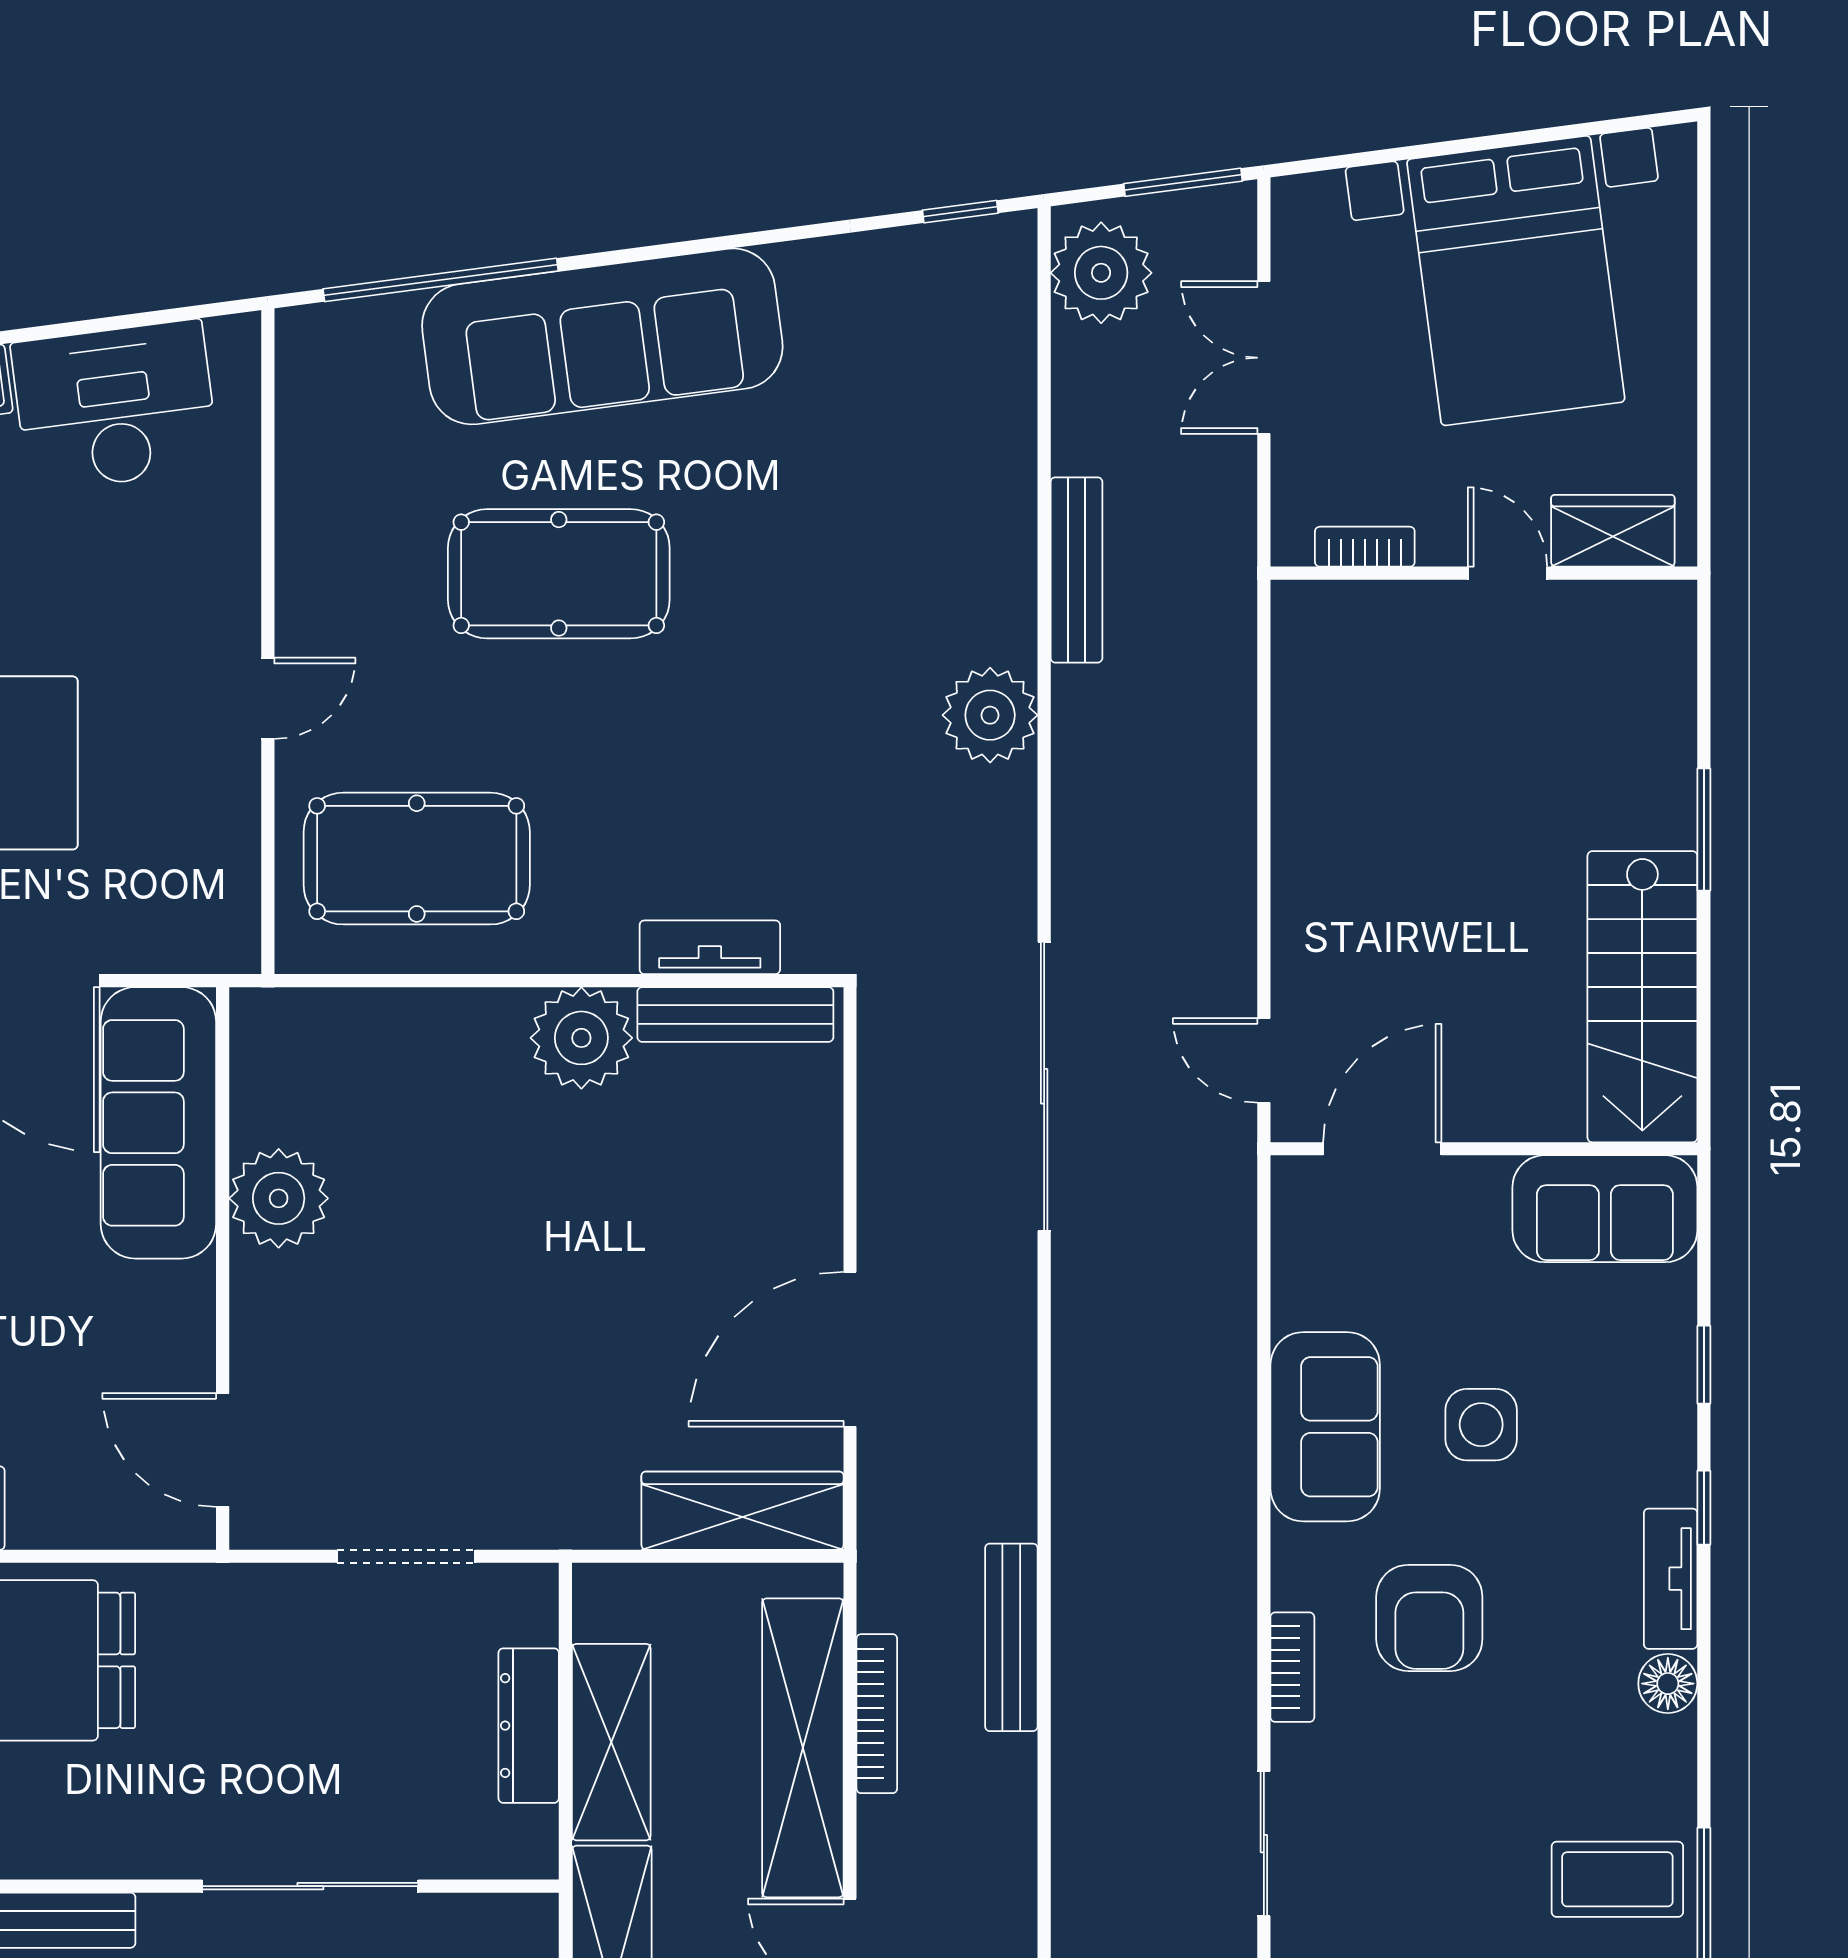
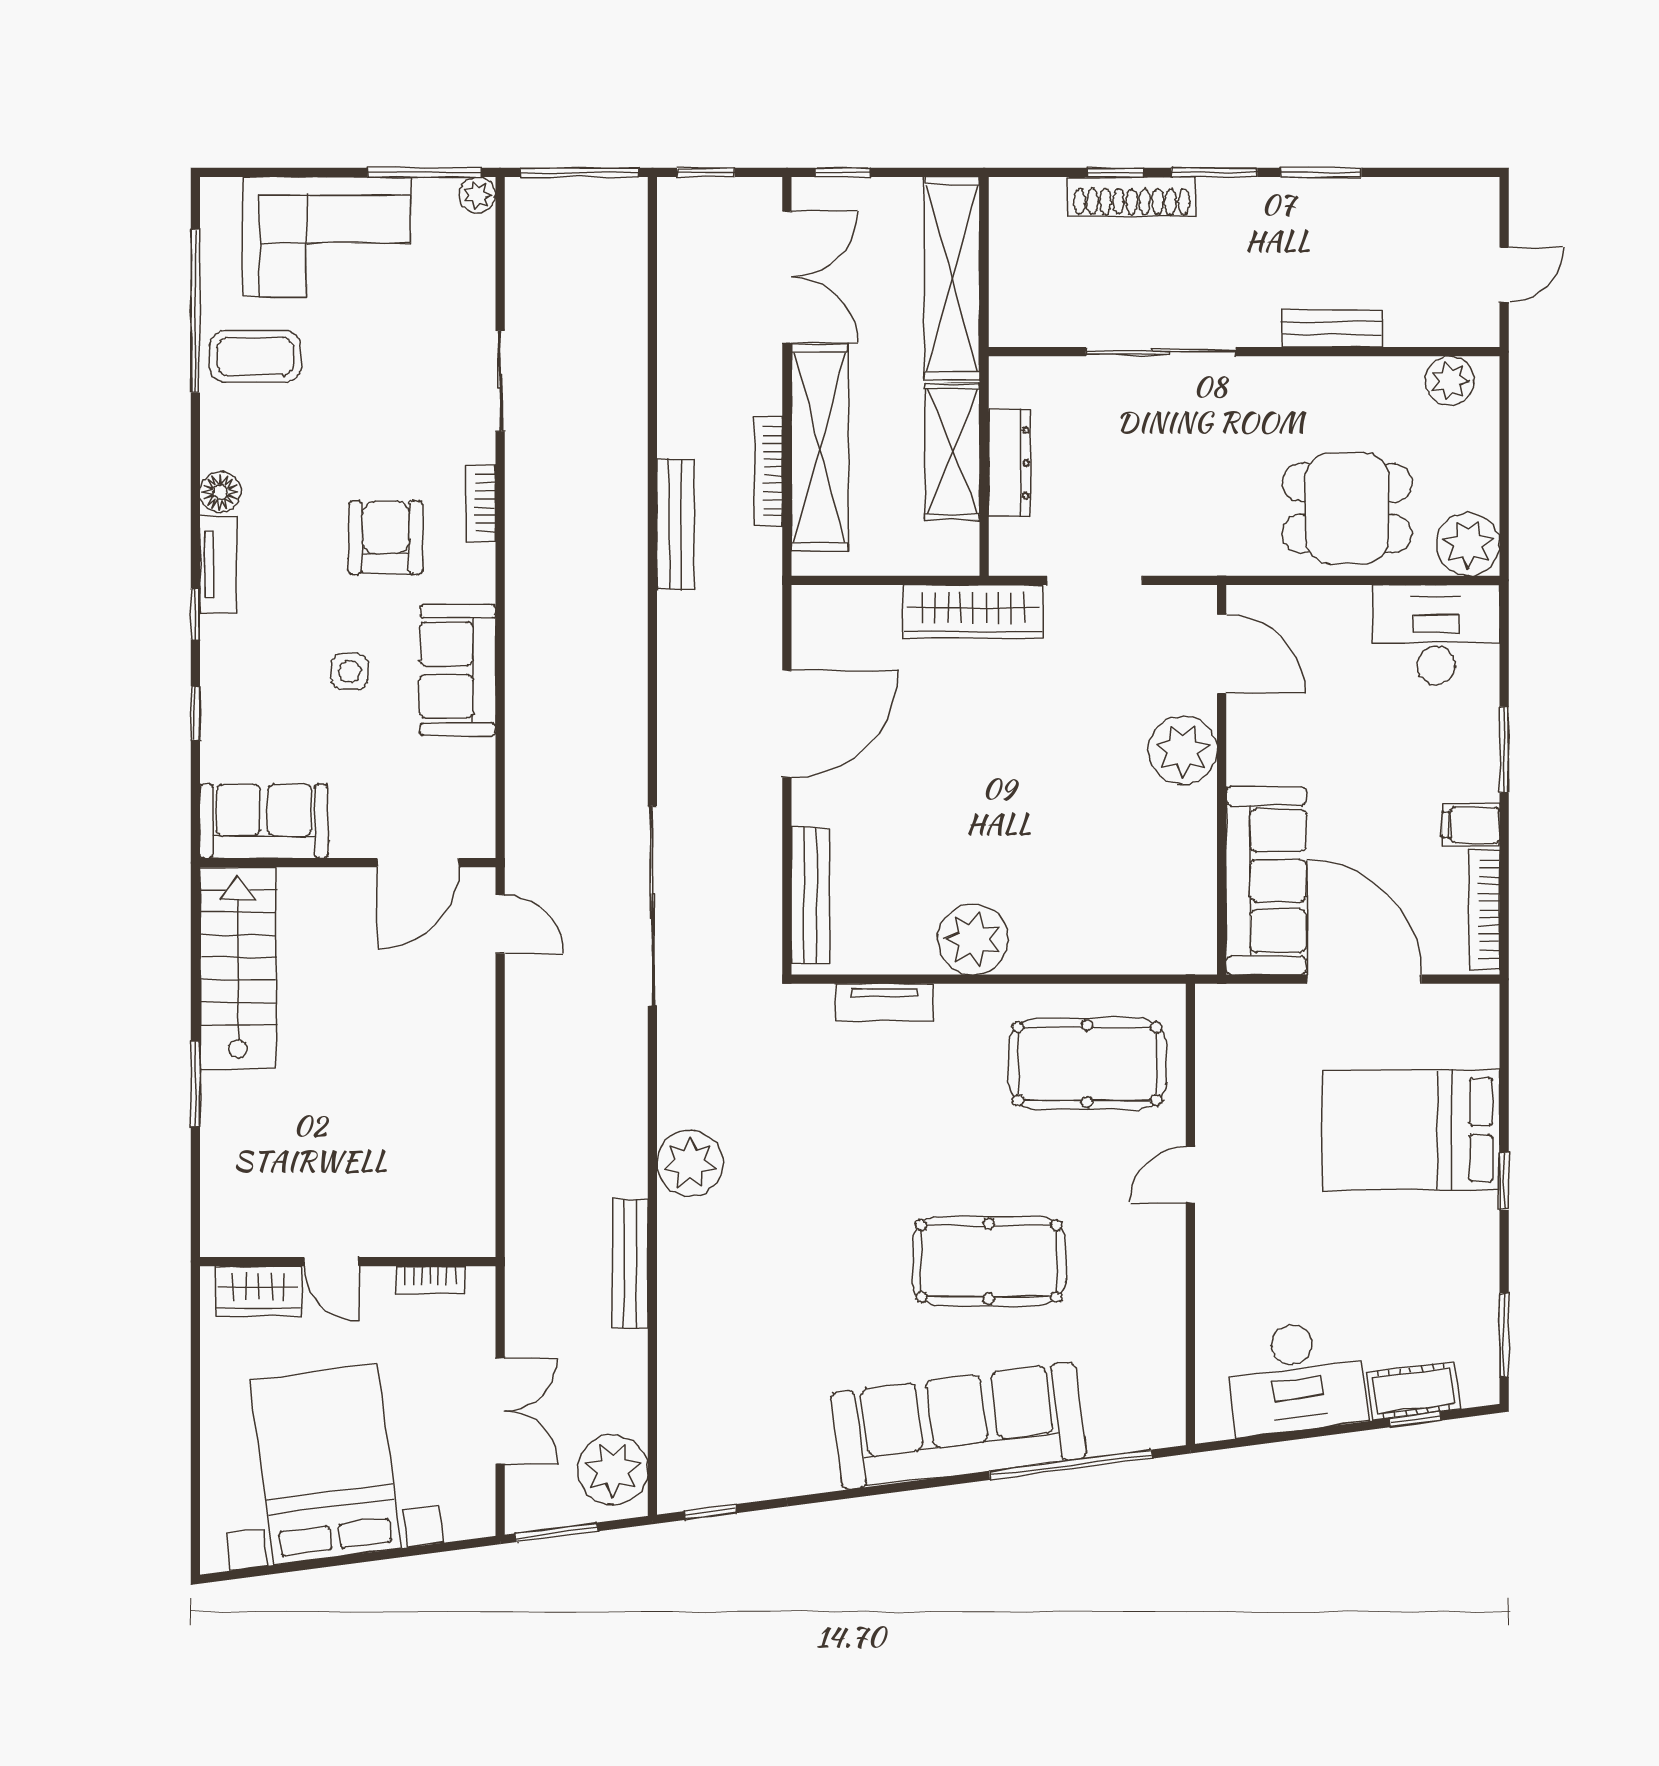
bench: (735, 1014) -> (810, 896), moved, turned 90
plant: (279, 1198) -> (1183, 750), moved
side table: (1481, 1425) -> (350, 672), width x0.73, depth x0.73
wardrobe: (743, 1511) -> (973, 612), moved

